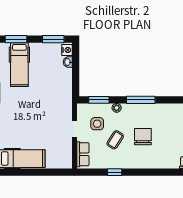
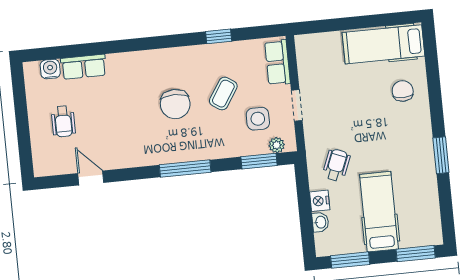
nightstand: (67, 50) -> (320, 201), moved
hospital bed: (19, 65) -> (379, 212), moved
wheelchair: (56, 93) -> (336, 165), added
plant: (117, 108) -> (277, 145), moved
chair: (14, 131) -> (403, 91), added

